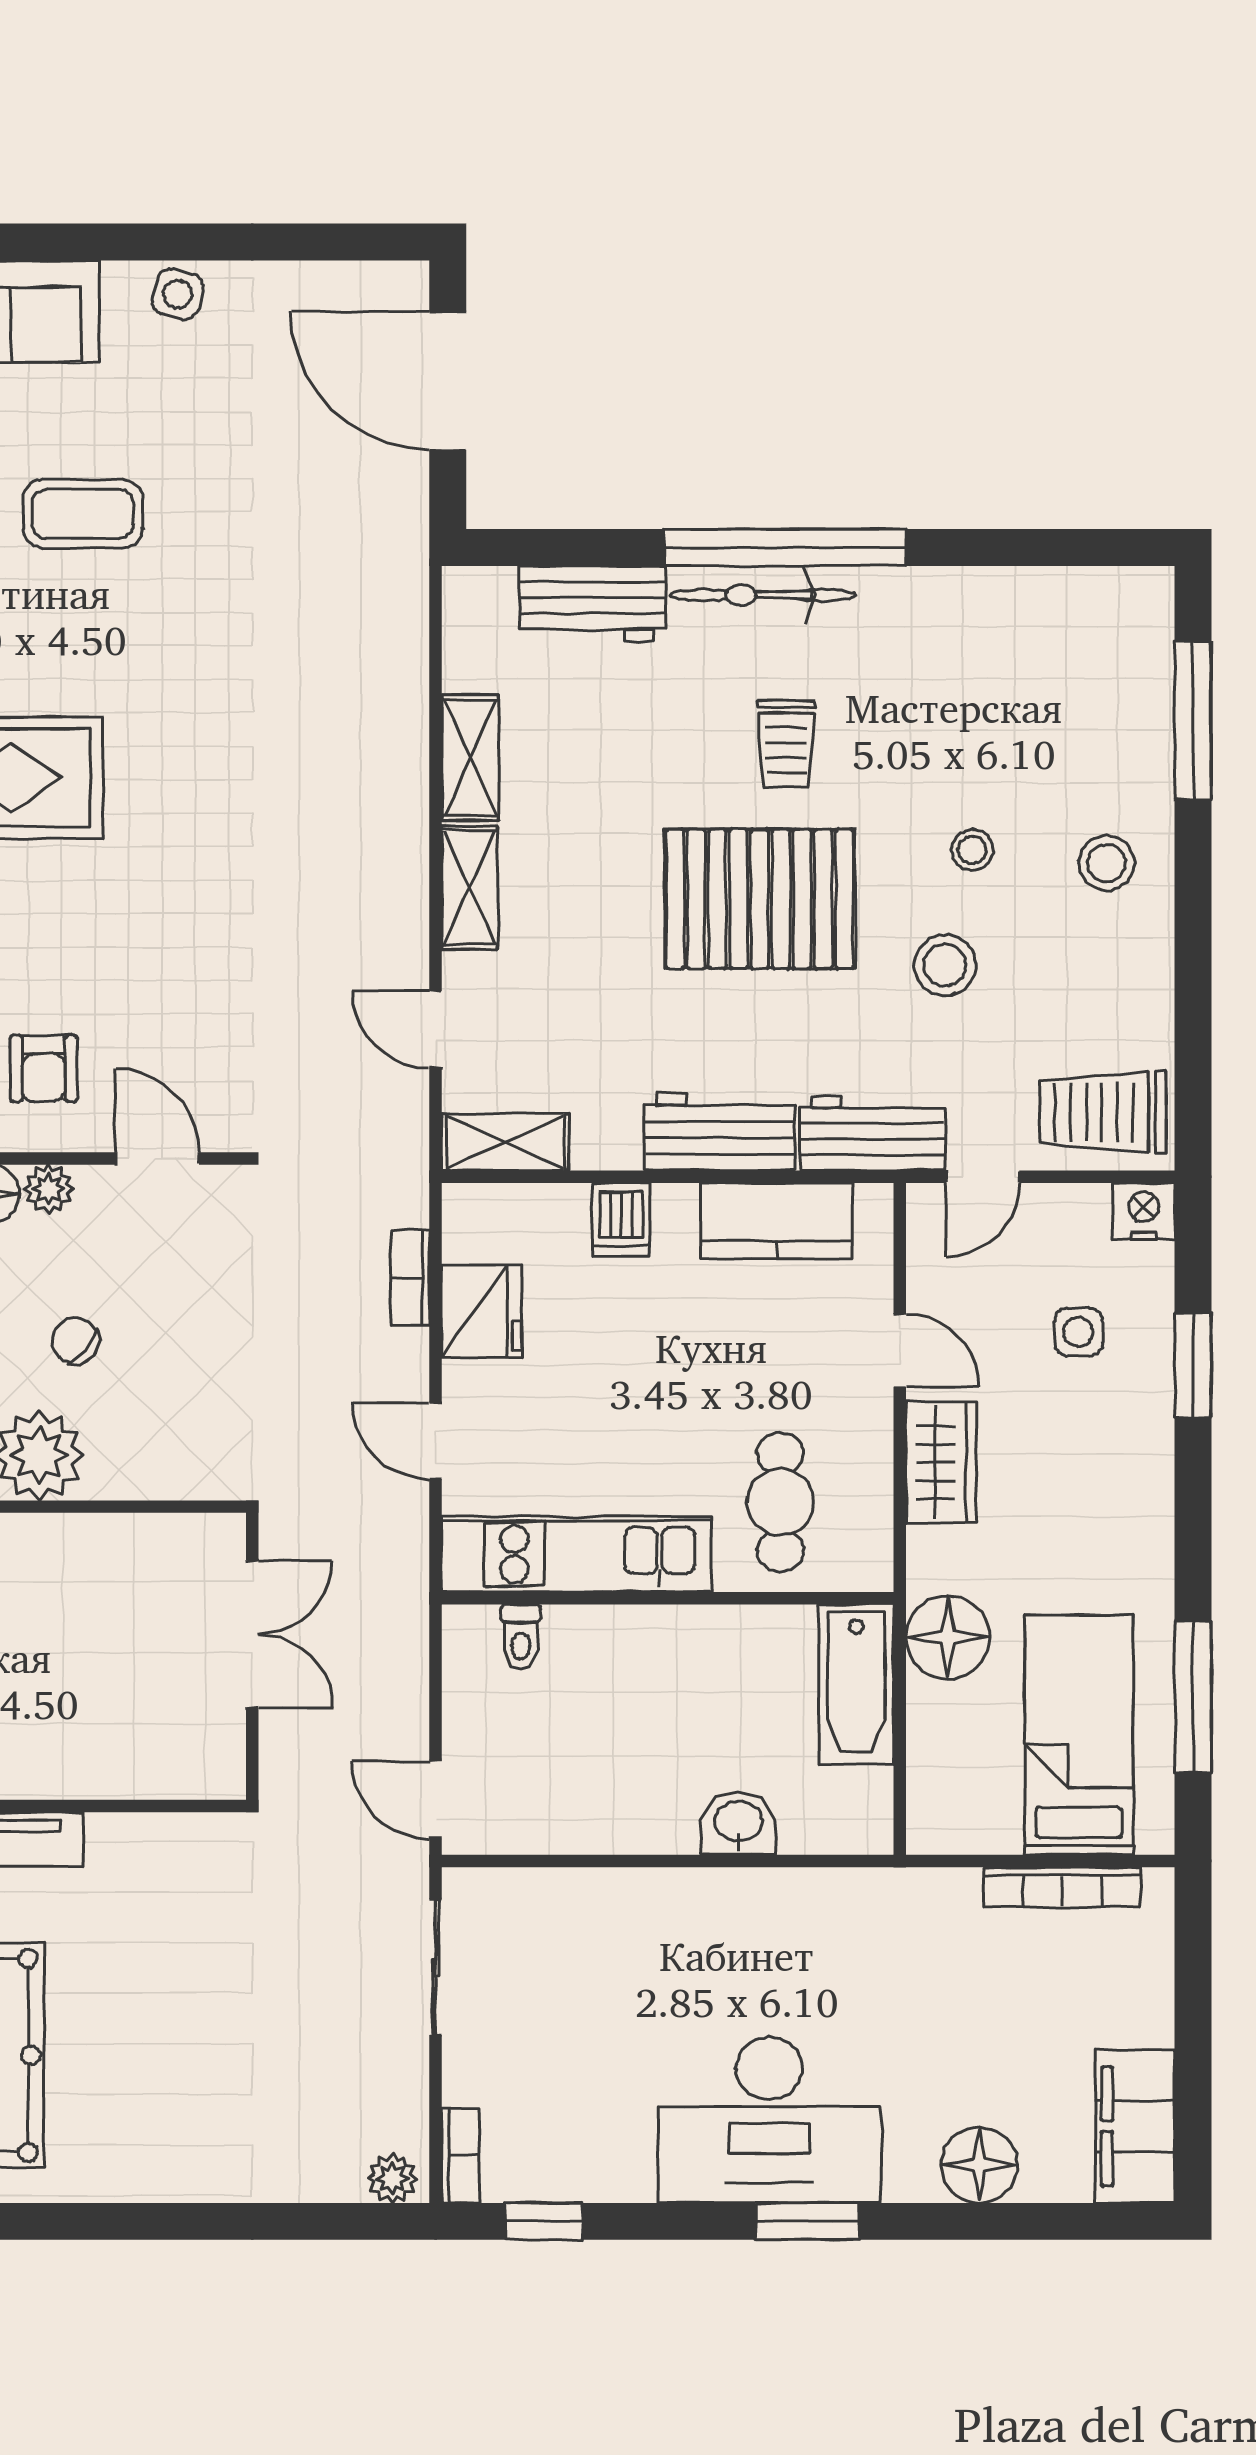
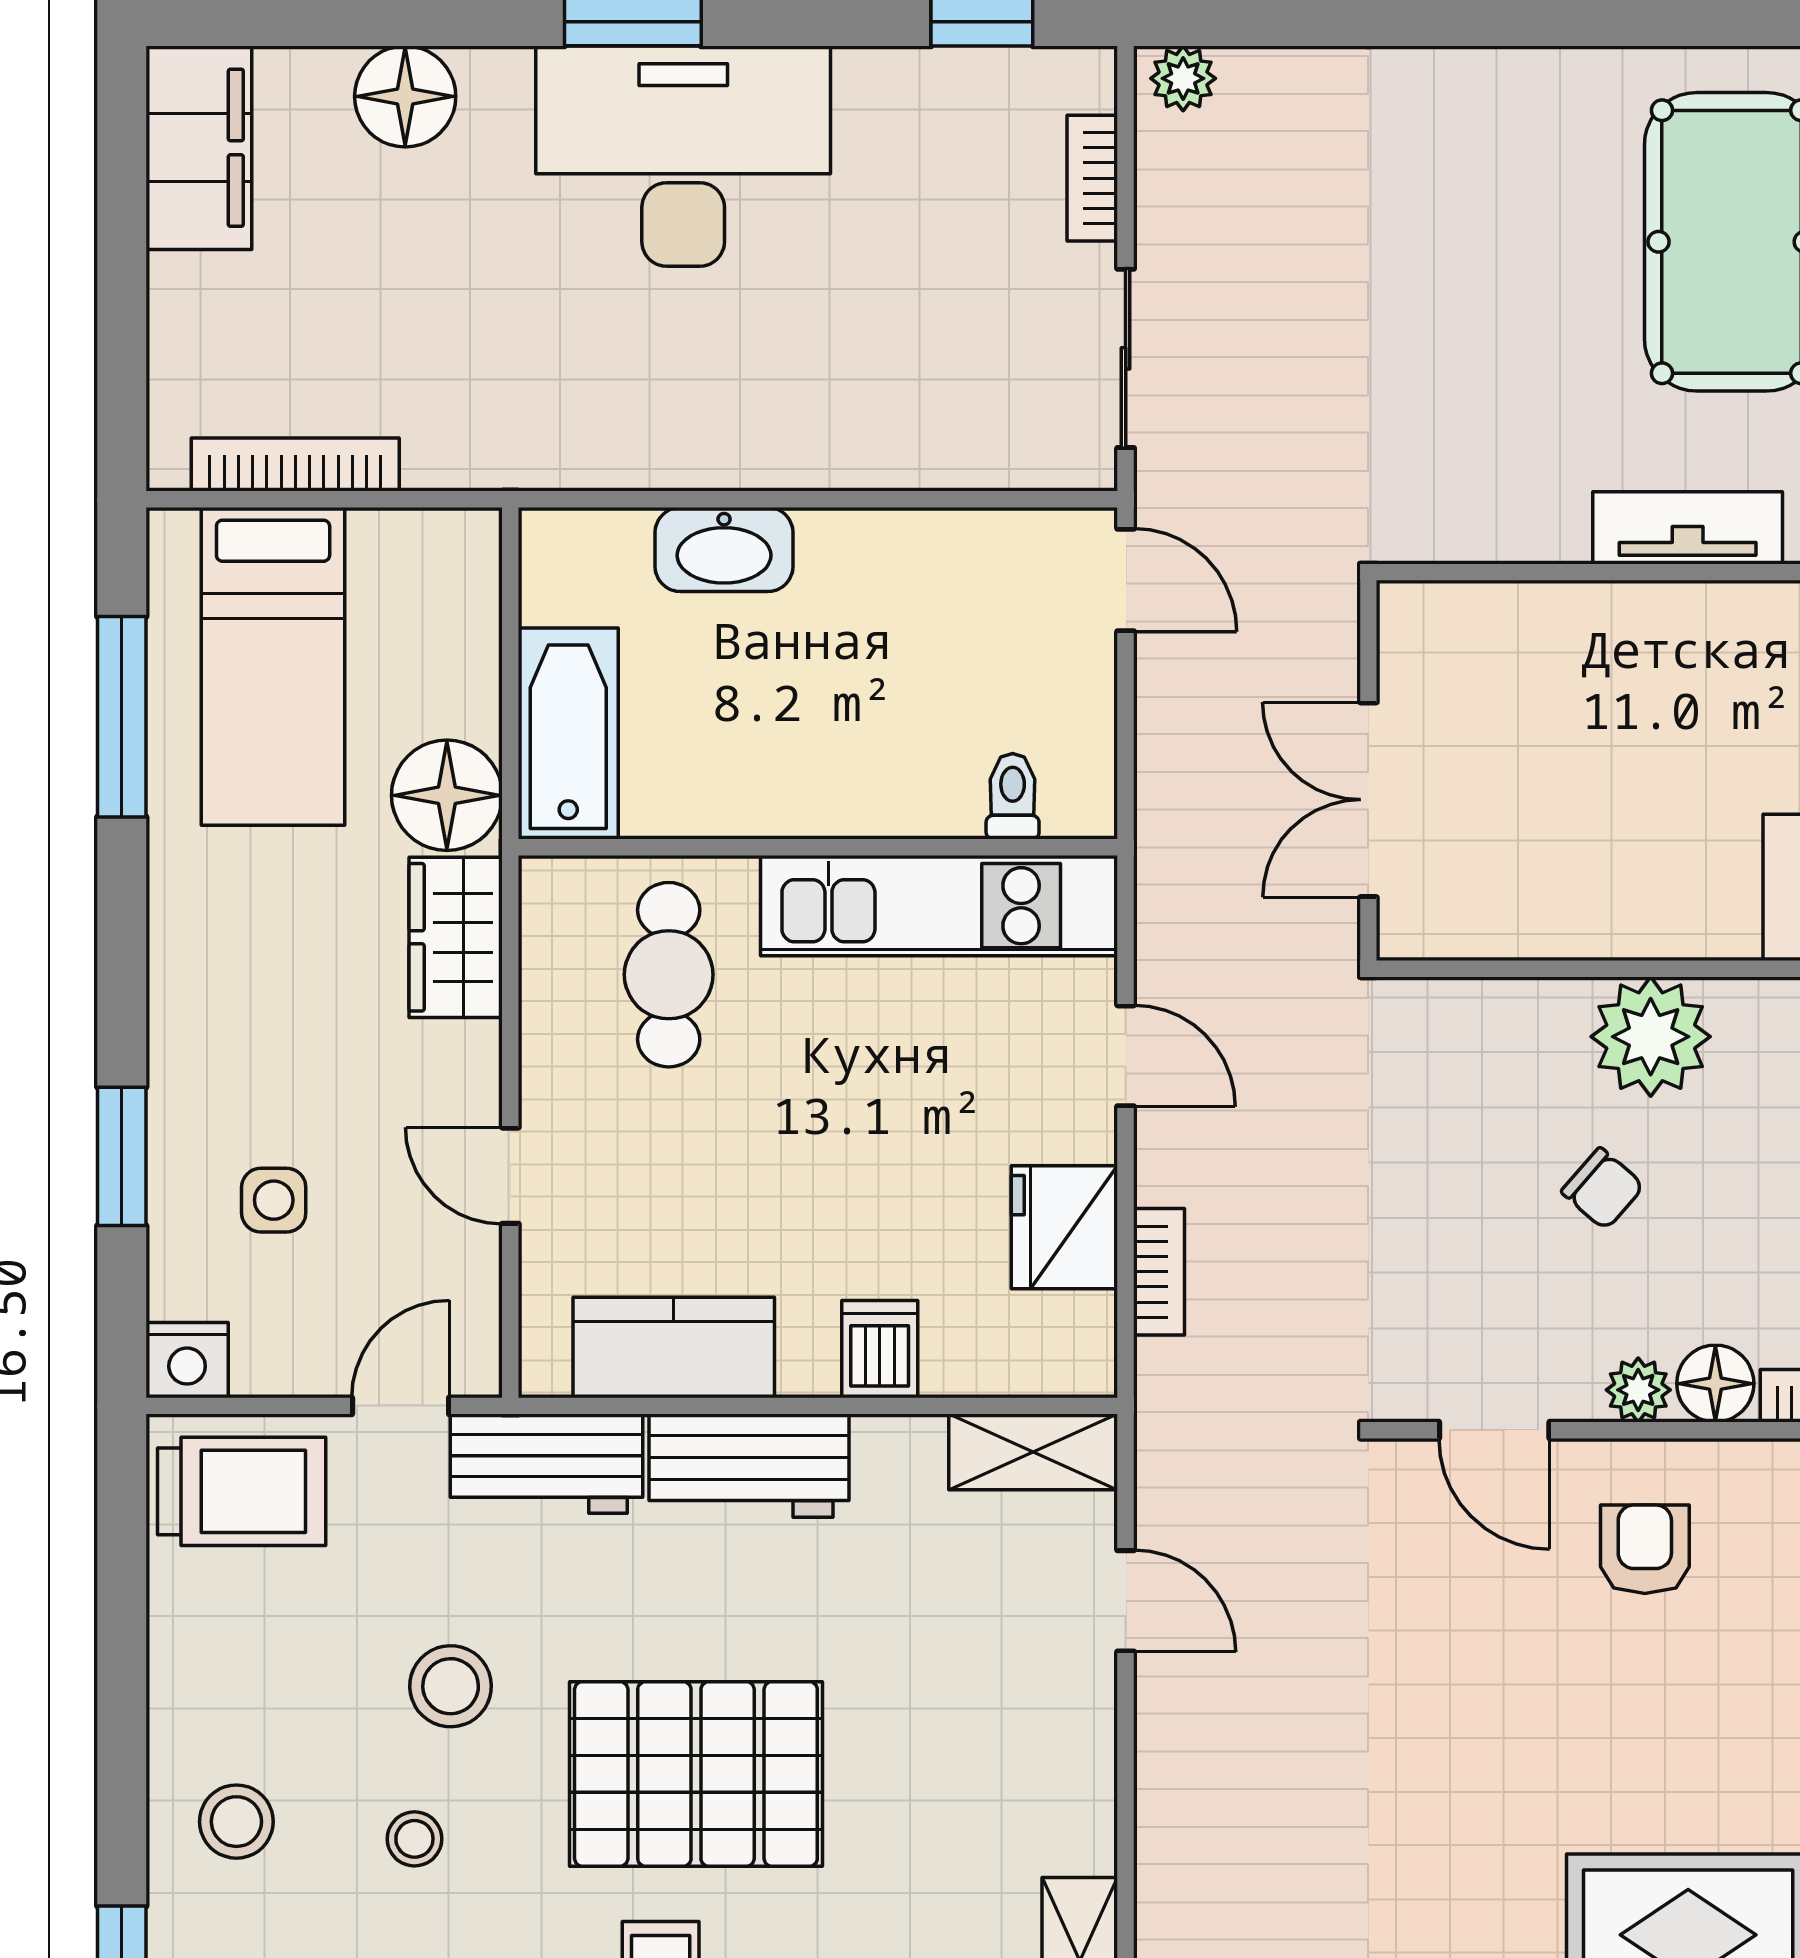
shelving: (469, 888) -> (1081, 1789), removed
wardrobe: (941, 1462) -> (456, 937), moved
washbasin: (739, 1823) -> (724, 549), width x1.38
bookcase: (461, 2156) -> (1092, 178), moved

